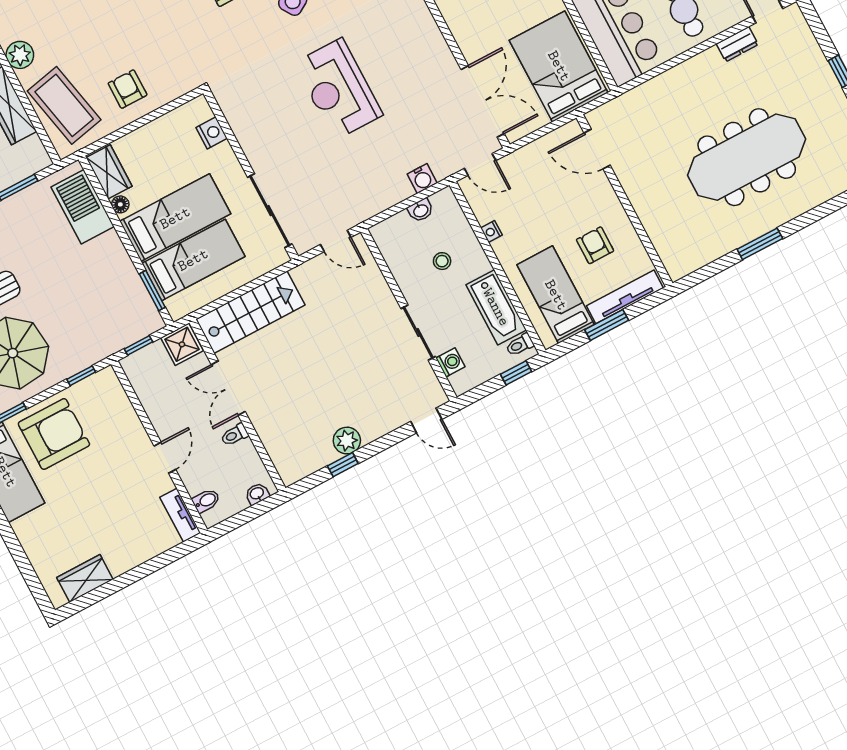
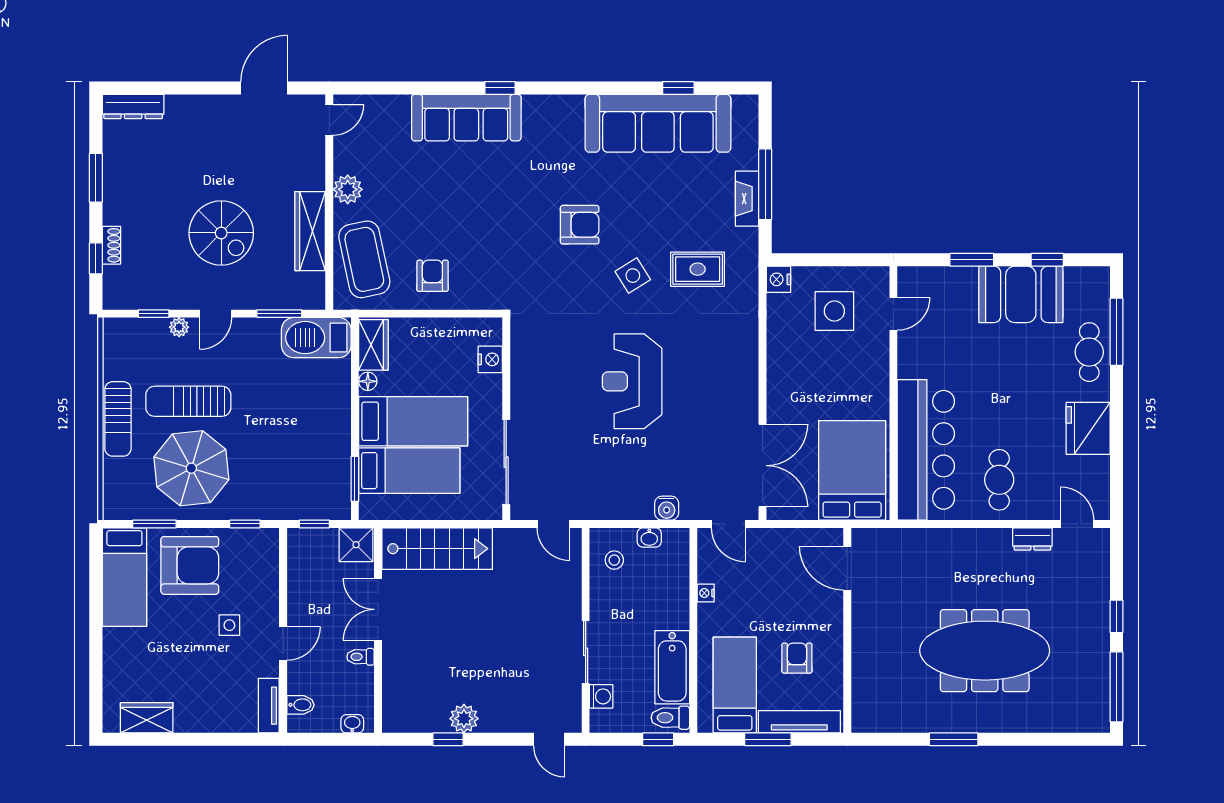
barbecue: (83, 207) -> (316, 338), moved, turned -90
stool: (442, 261) -> (614, 560), moved
toilet: (520, 345) -> (670, 718), width x1.37, depth x1.39
side table: (113, 466) -> (229, 625), added

